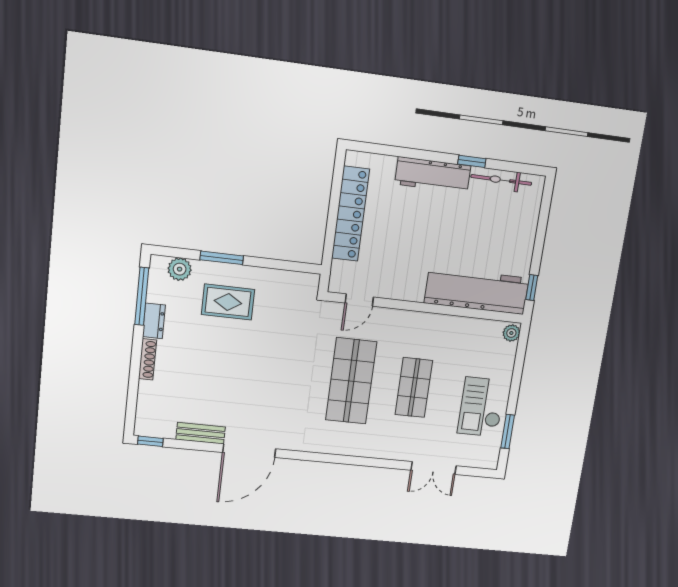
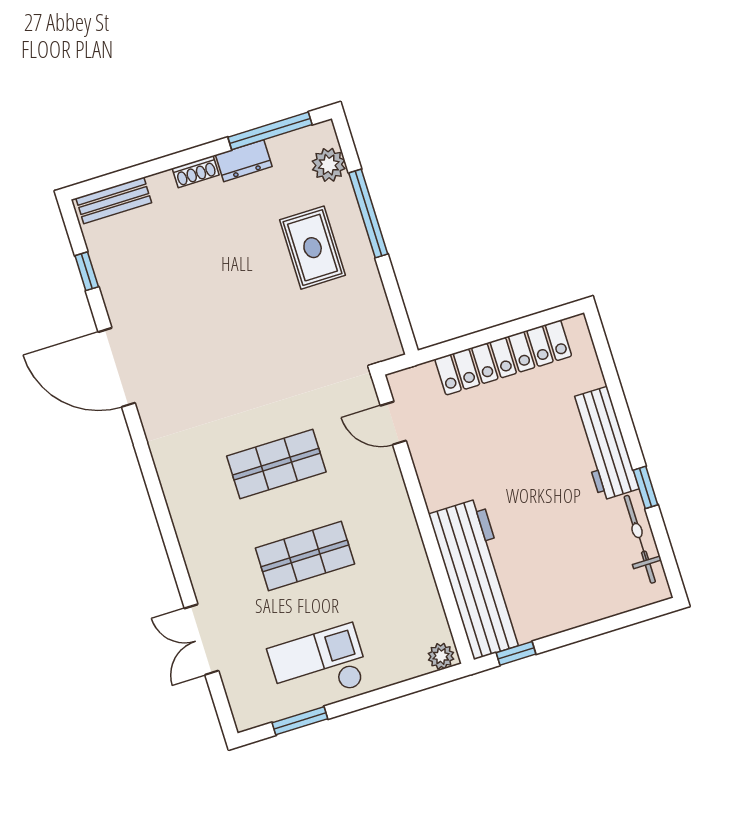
window: (222, 258) -> (368, 213), width x1.44
shoe rack: (147, 359) -> (196, 172), width x0.70
shop shelf: (351, 381) -> (276, 464), width x0.70, depth x0.74
bench: (201, 433) -> (114, 200), moved, turned 90
window: (150, 441) -> (87, 271), moved

